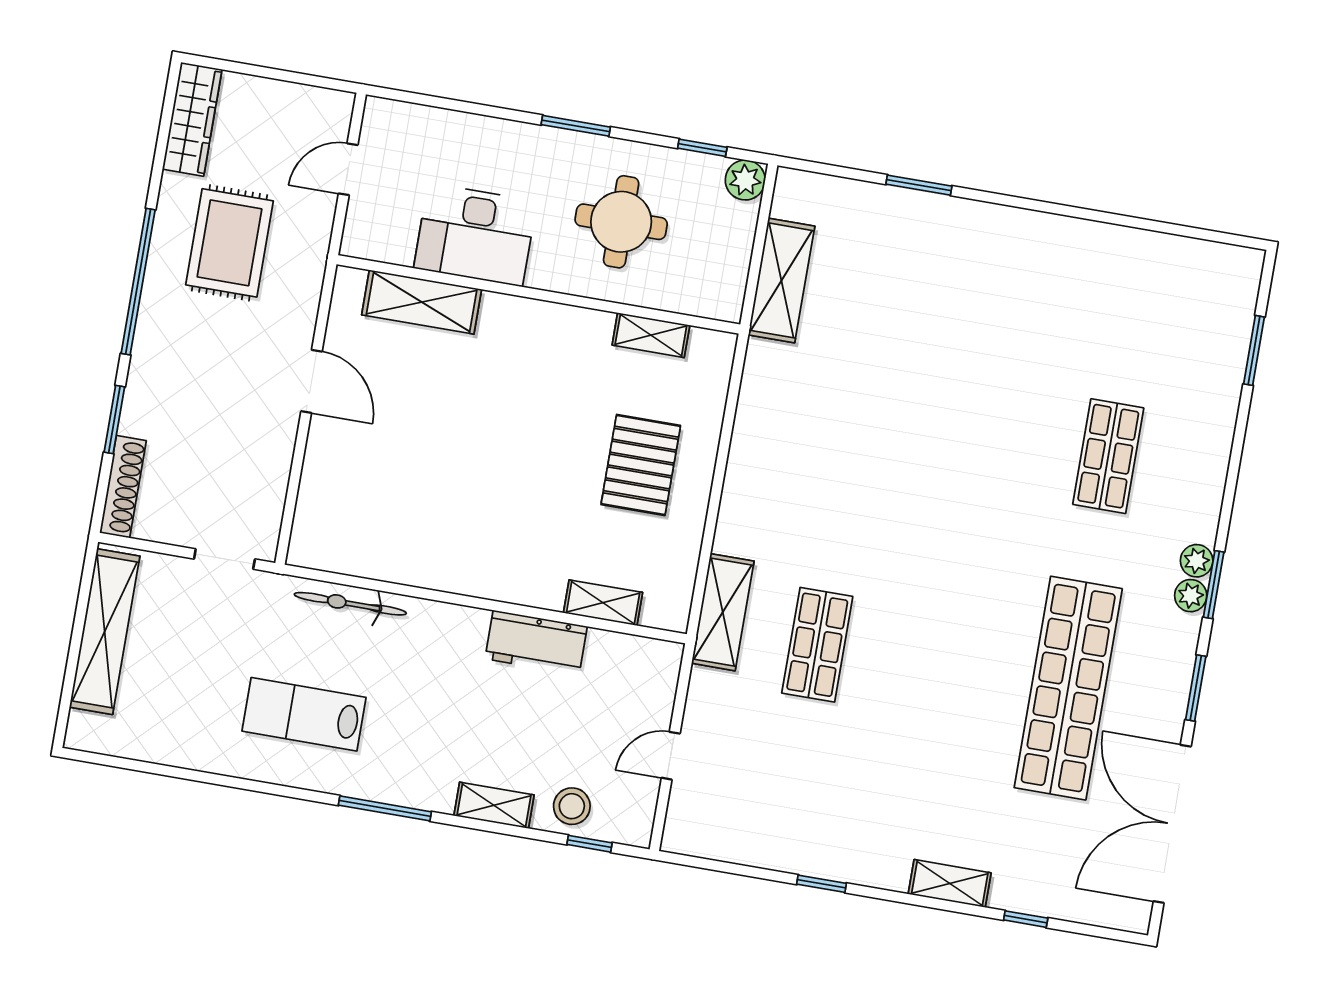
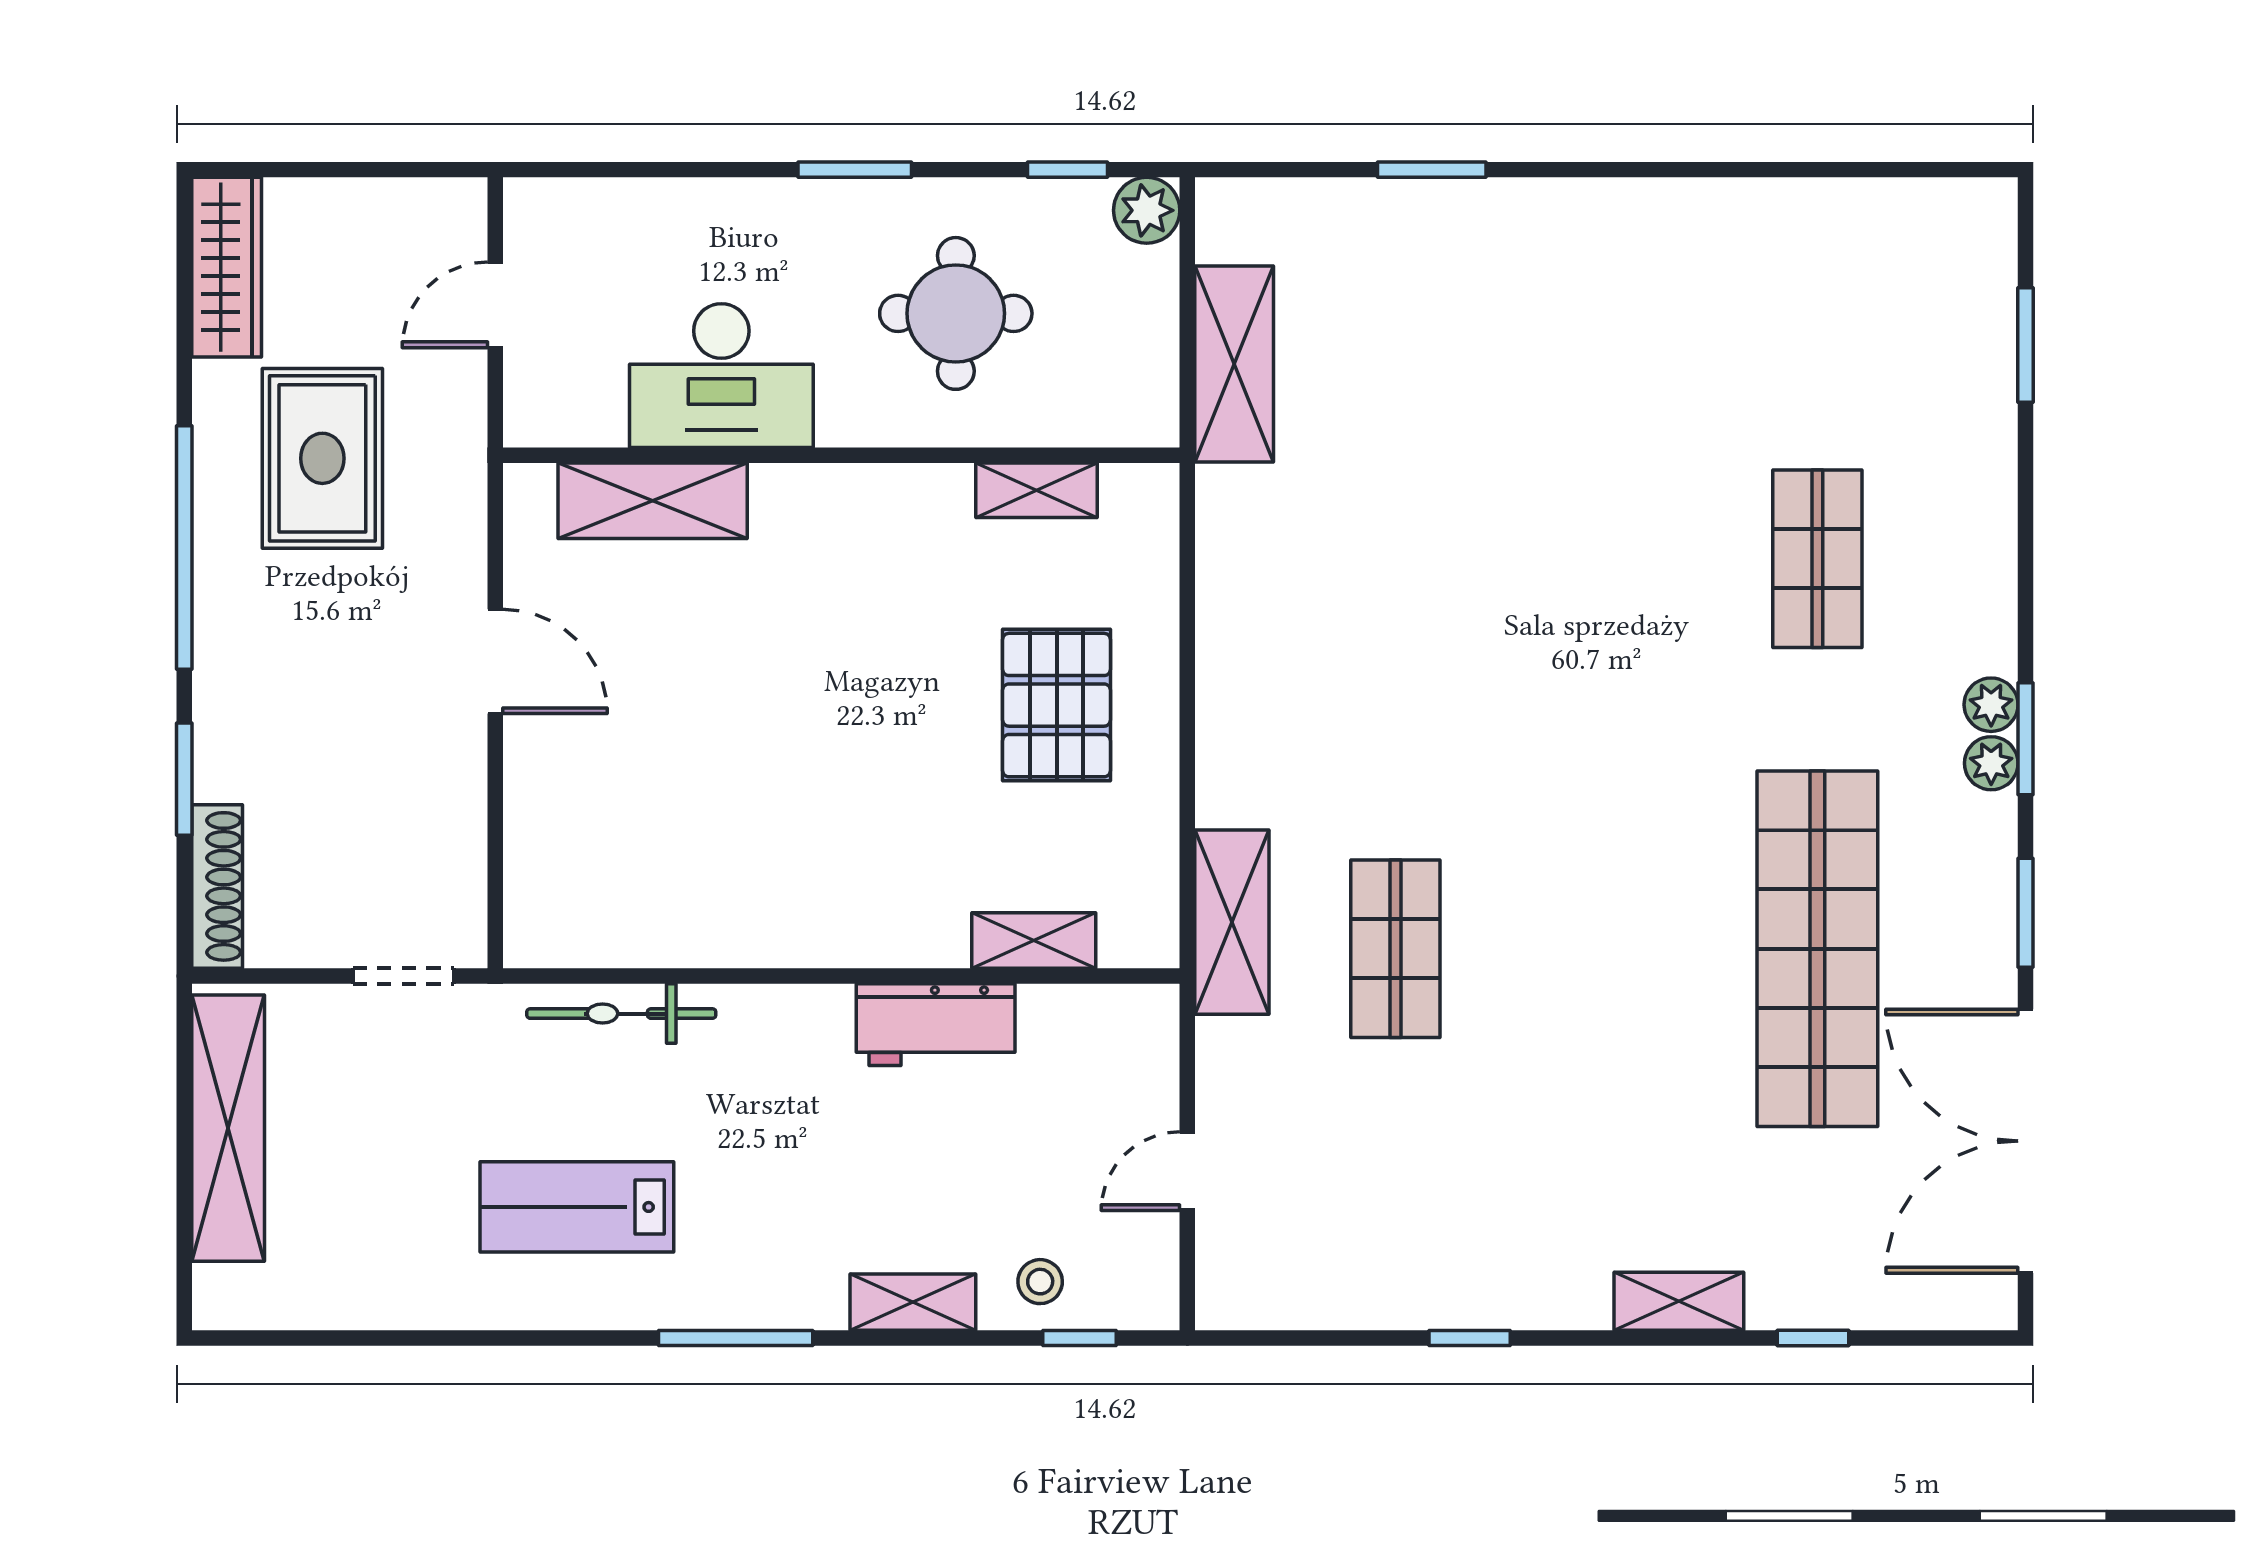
stool: (572, 806) -> (1040, 1282), width x0.73, depth x0.73

